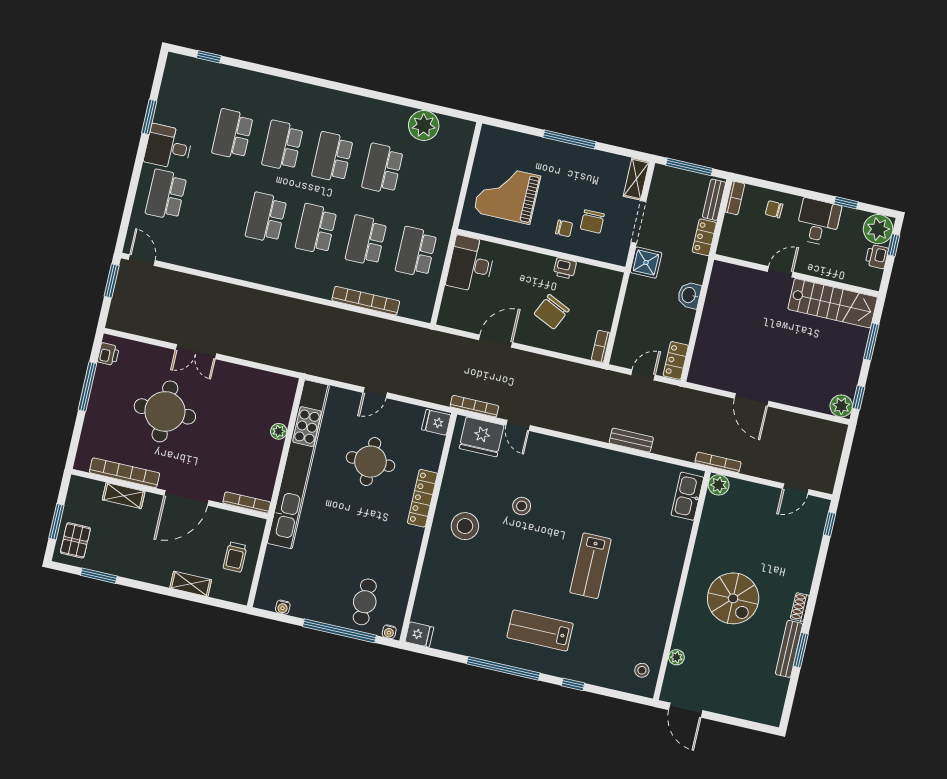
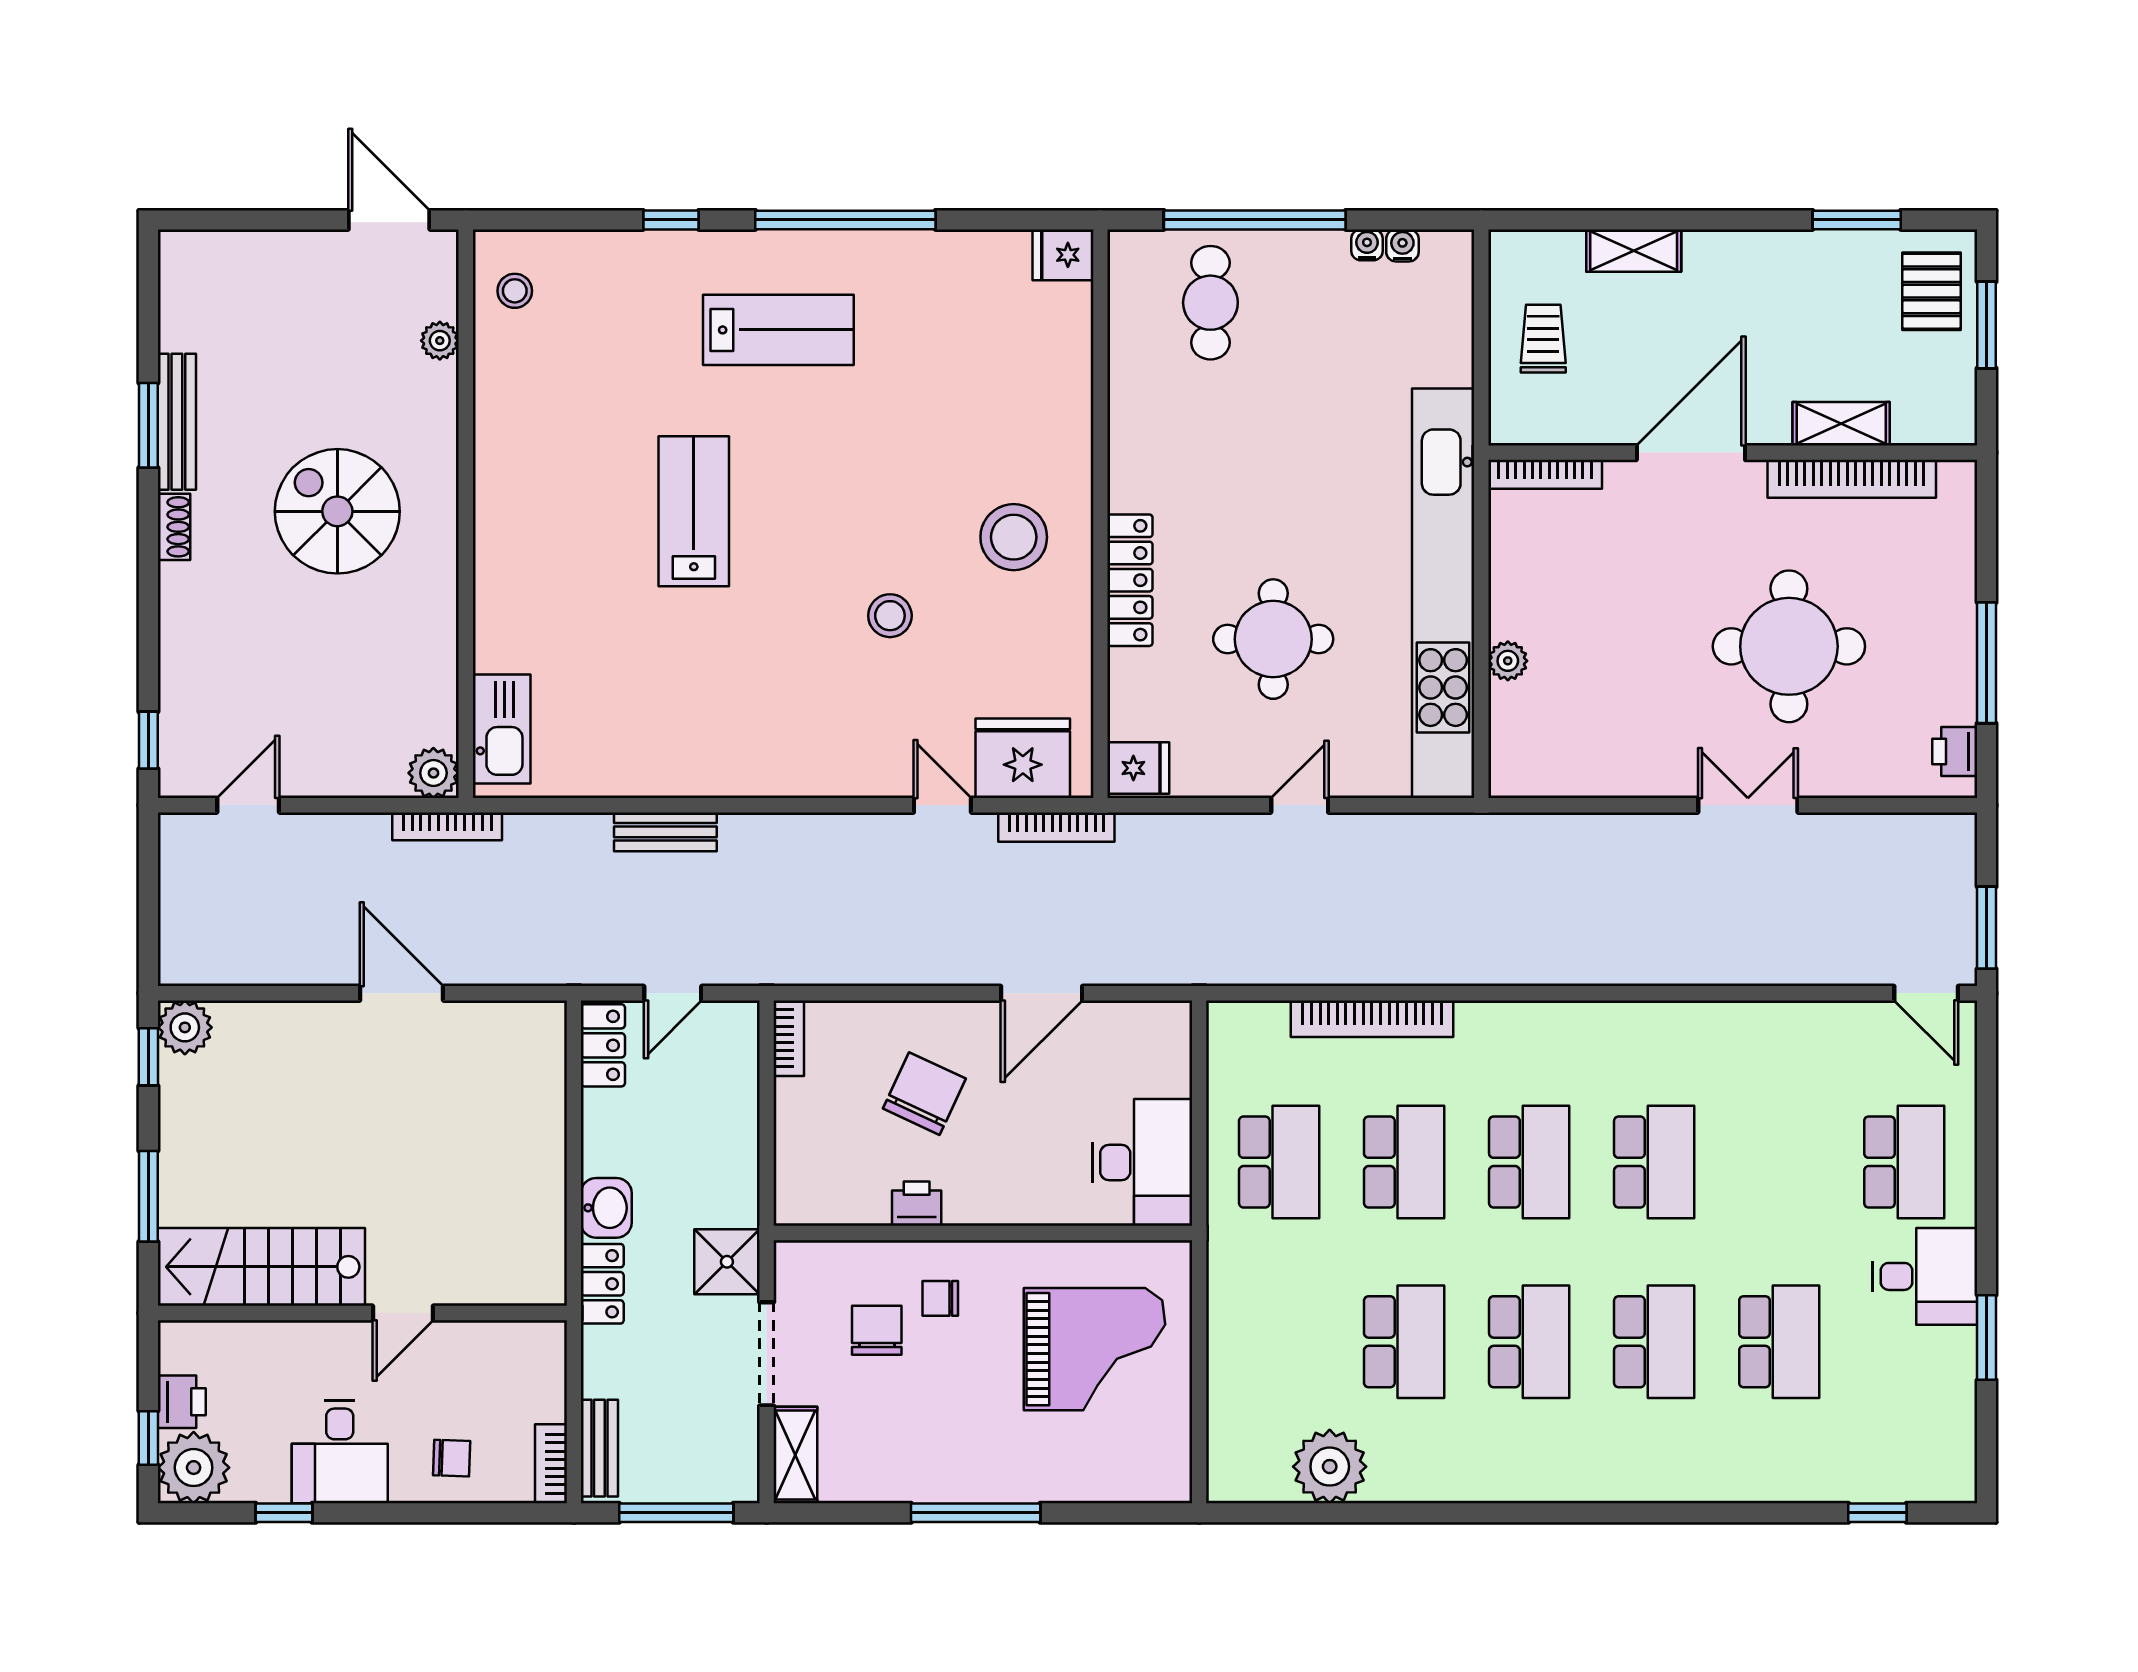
locker: (704, 237) -> (602, 1284), moved
water cooler: (389, 632) -> (1367, 245), moved

